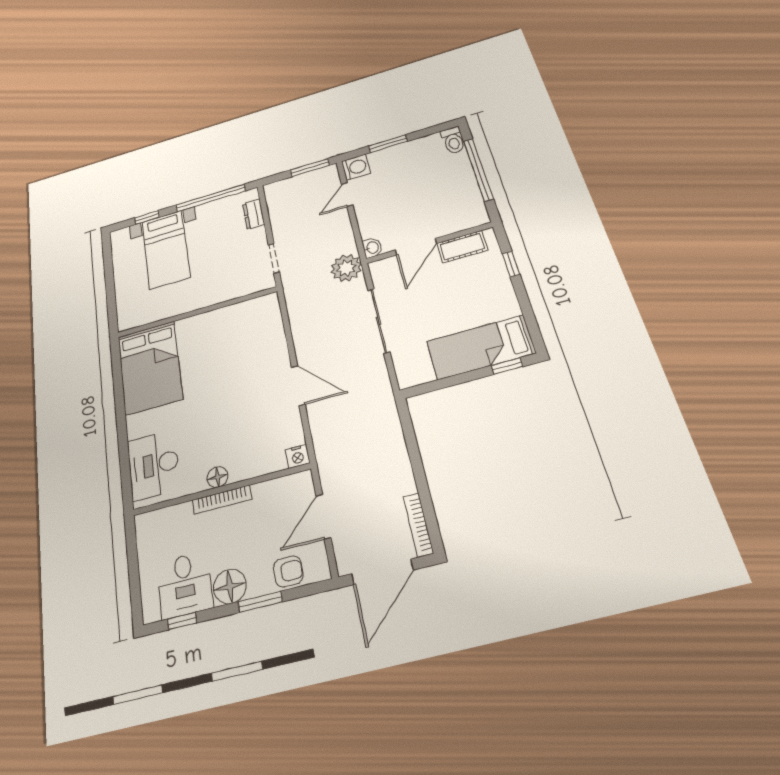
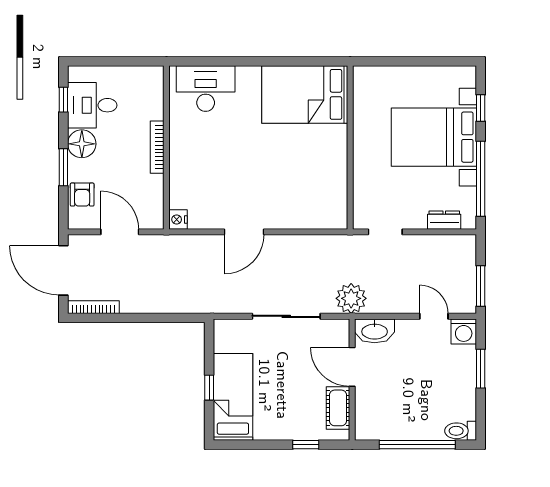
washbasin: (372, 248) -> (375, 331), width x1.91, depth x1.45
bed with nightstands: (166, 249) -> (434, 137), width x1.36
window: (507, 366) -> (209, 388), moved
floor lamp: (218, 477) -> (179, 146), removed

